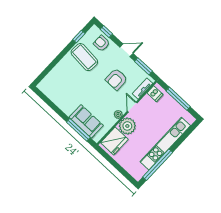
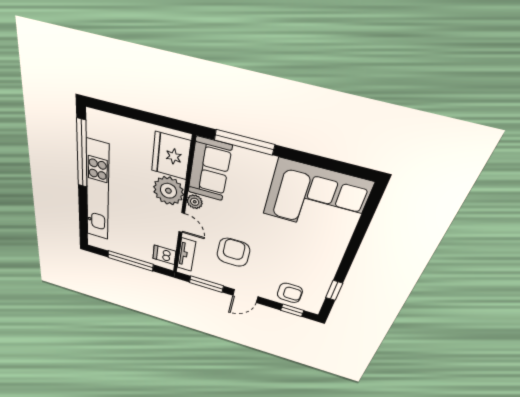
coffee table: (84, 57) -> (306, 265), removed
corner sofa: (62, 90) -> (316, 198), added
sofa: (86, 121) -> (209, 169), moved, turned -90

